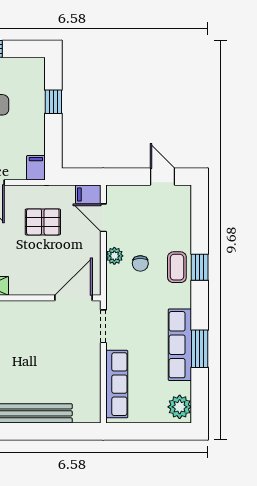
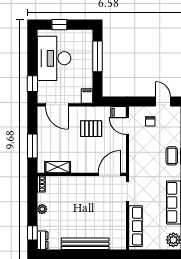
window: (53, 102) -> (98, 56), width x2.17
plant: (114, 256) -> (134, 149), removed
chair: (140, 263) -> (150, 121), moved

